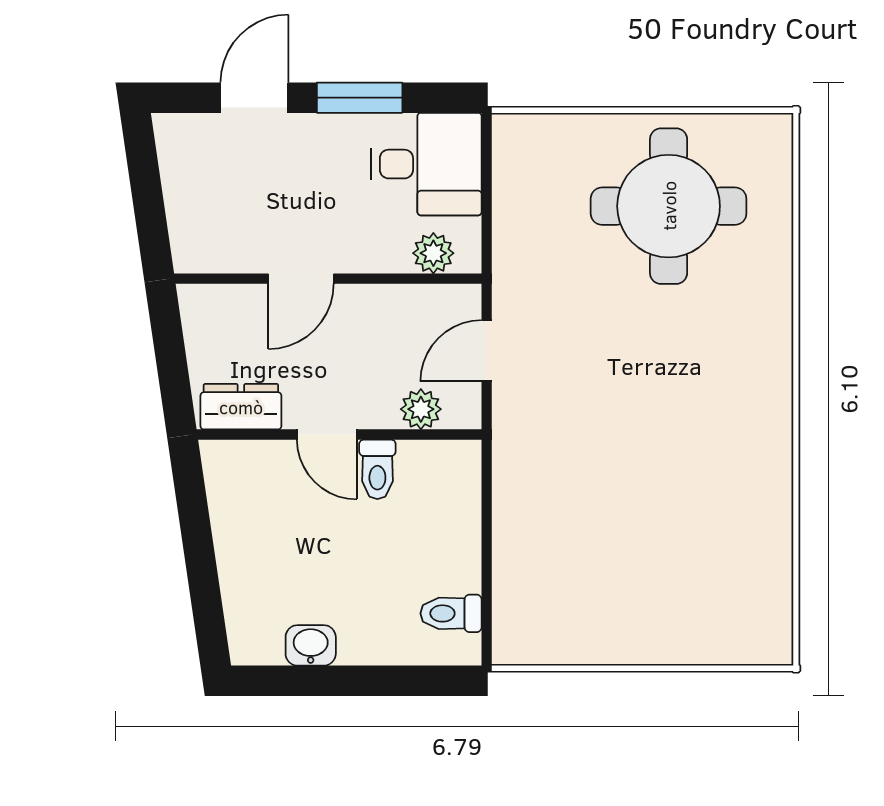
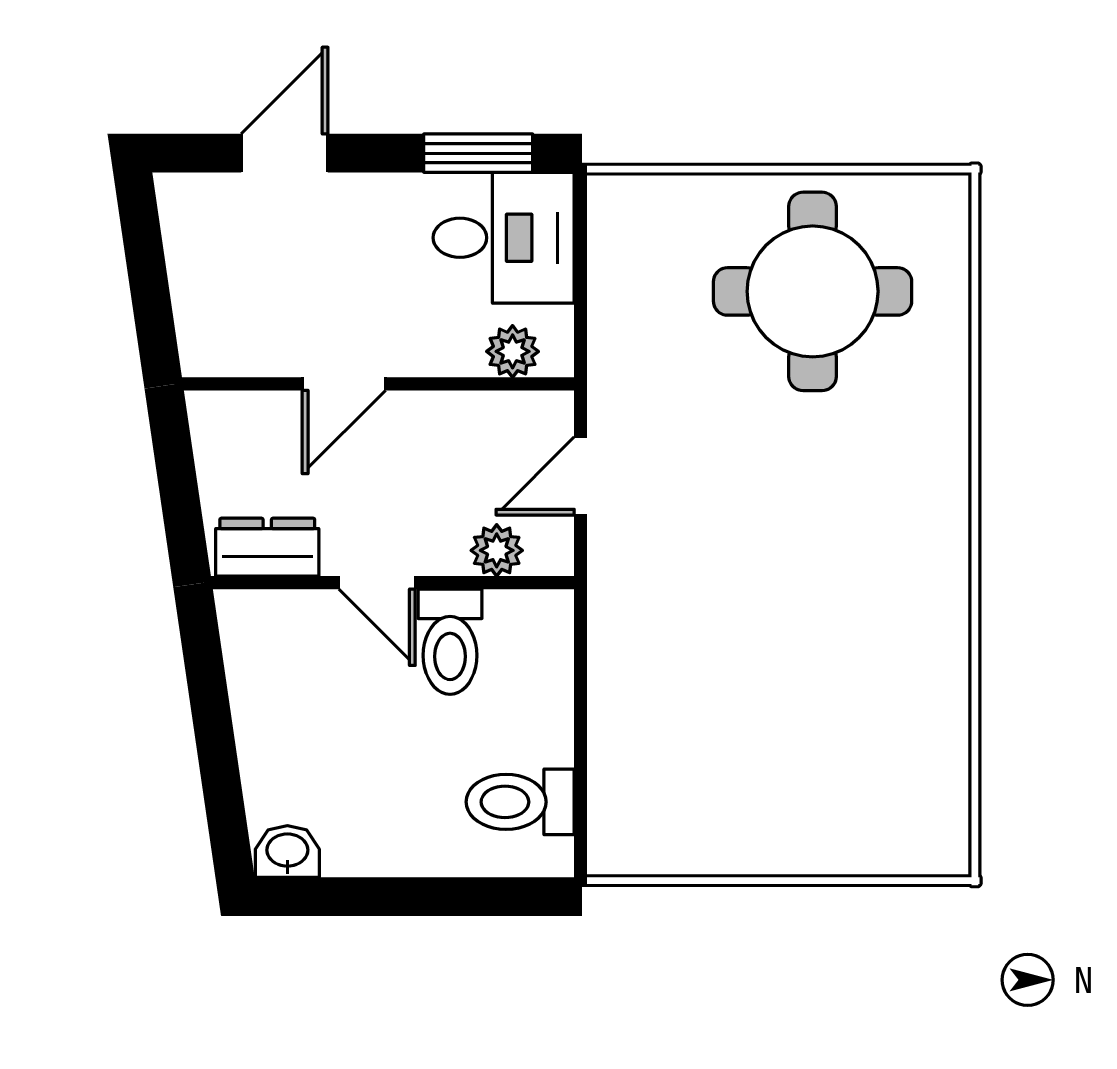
window: (360, 98) -> (478, 153), moved
toilet: (377, 469) -> (450, 642), width x1.37, depth x1.39
toilet: (451, 613) -> (520, 802), width x1.37, depth x1.39
washbasin: (311, 645) -> (287, 852), moved

